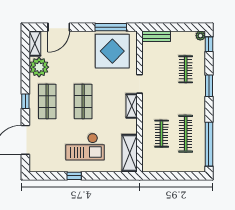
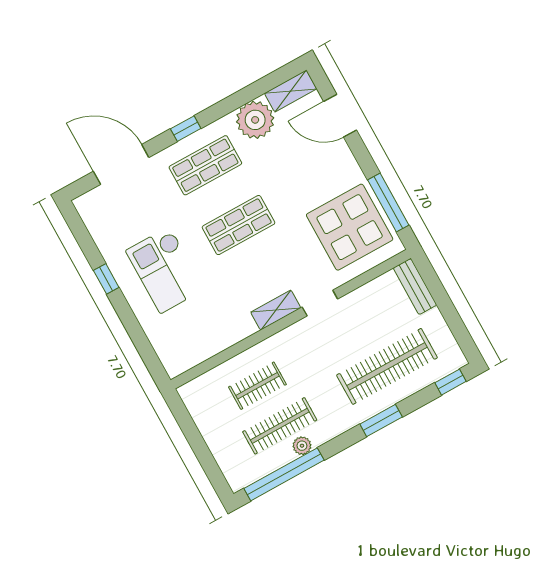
plant: (200, 36) -> (302, 446), moved
clothes rail: (186, 69) -> (387, 366), width x1.86, depth x1.31
shelving: (130, 153) -> (196, 350), removed

